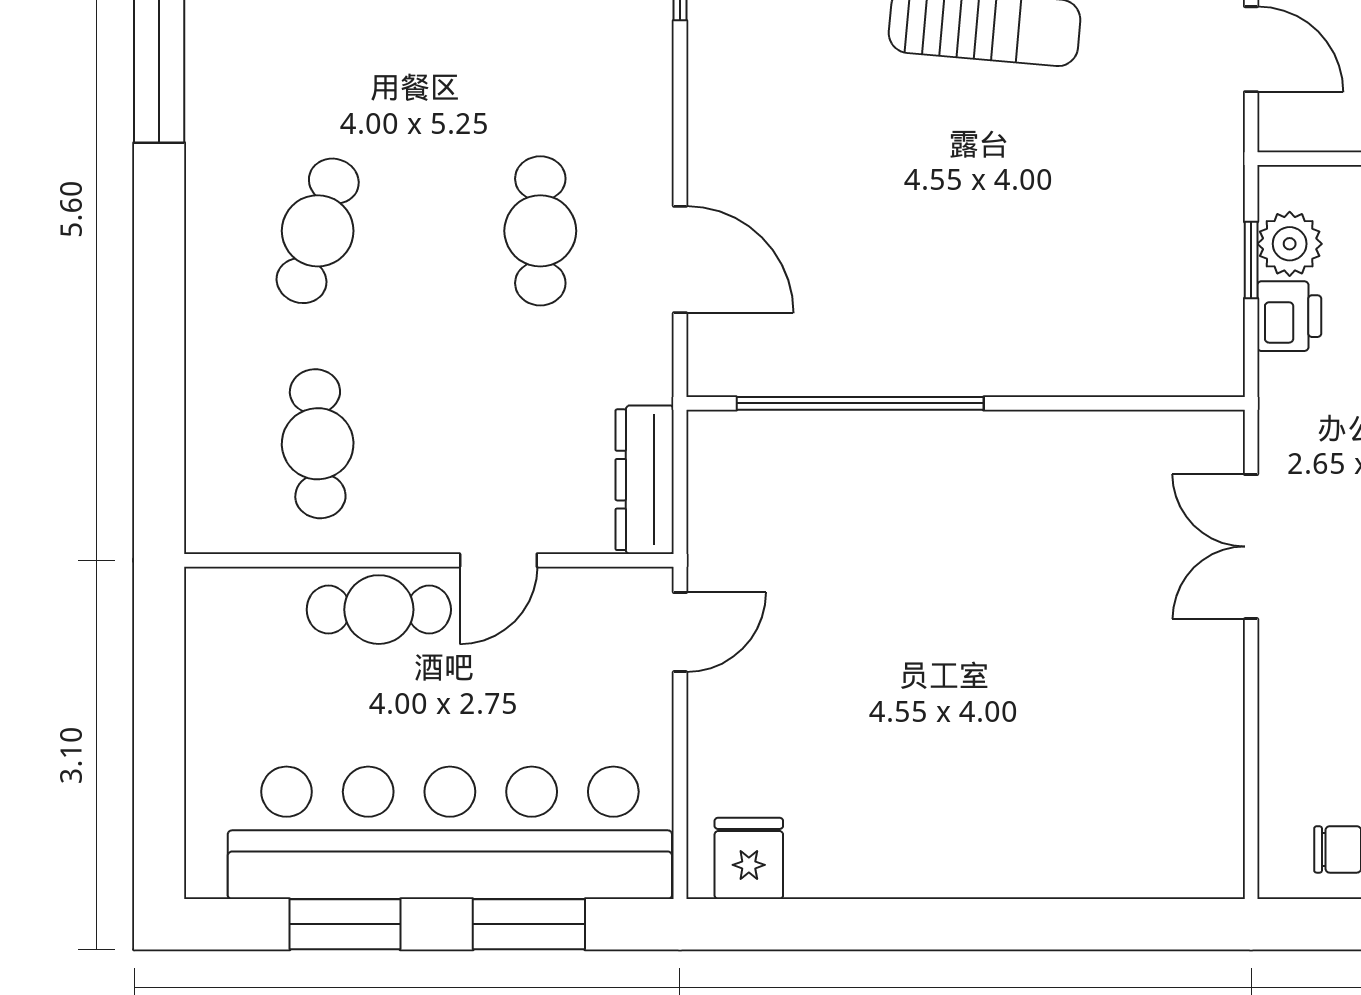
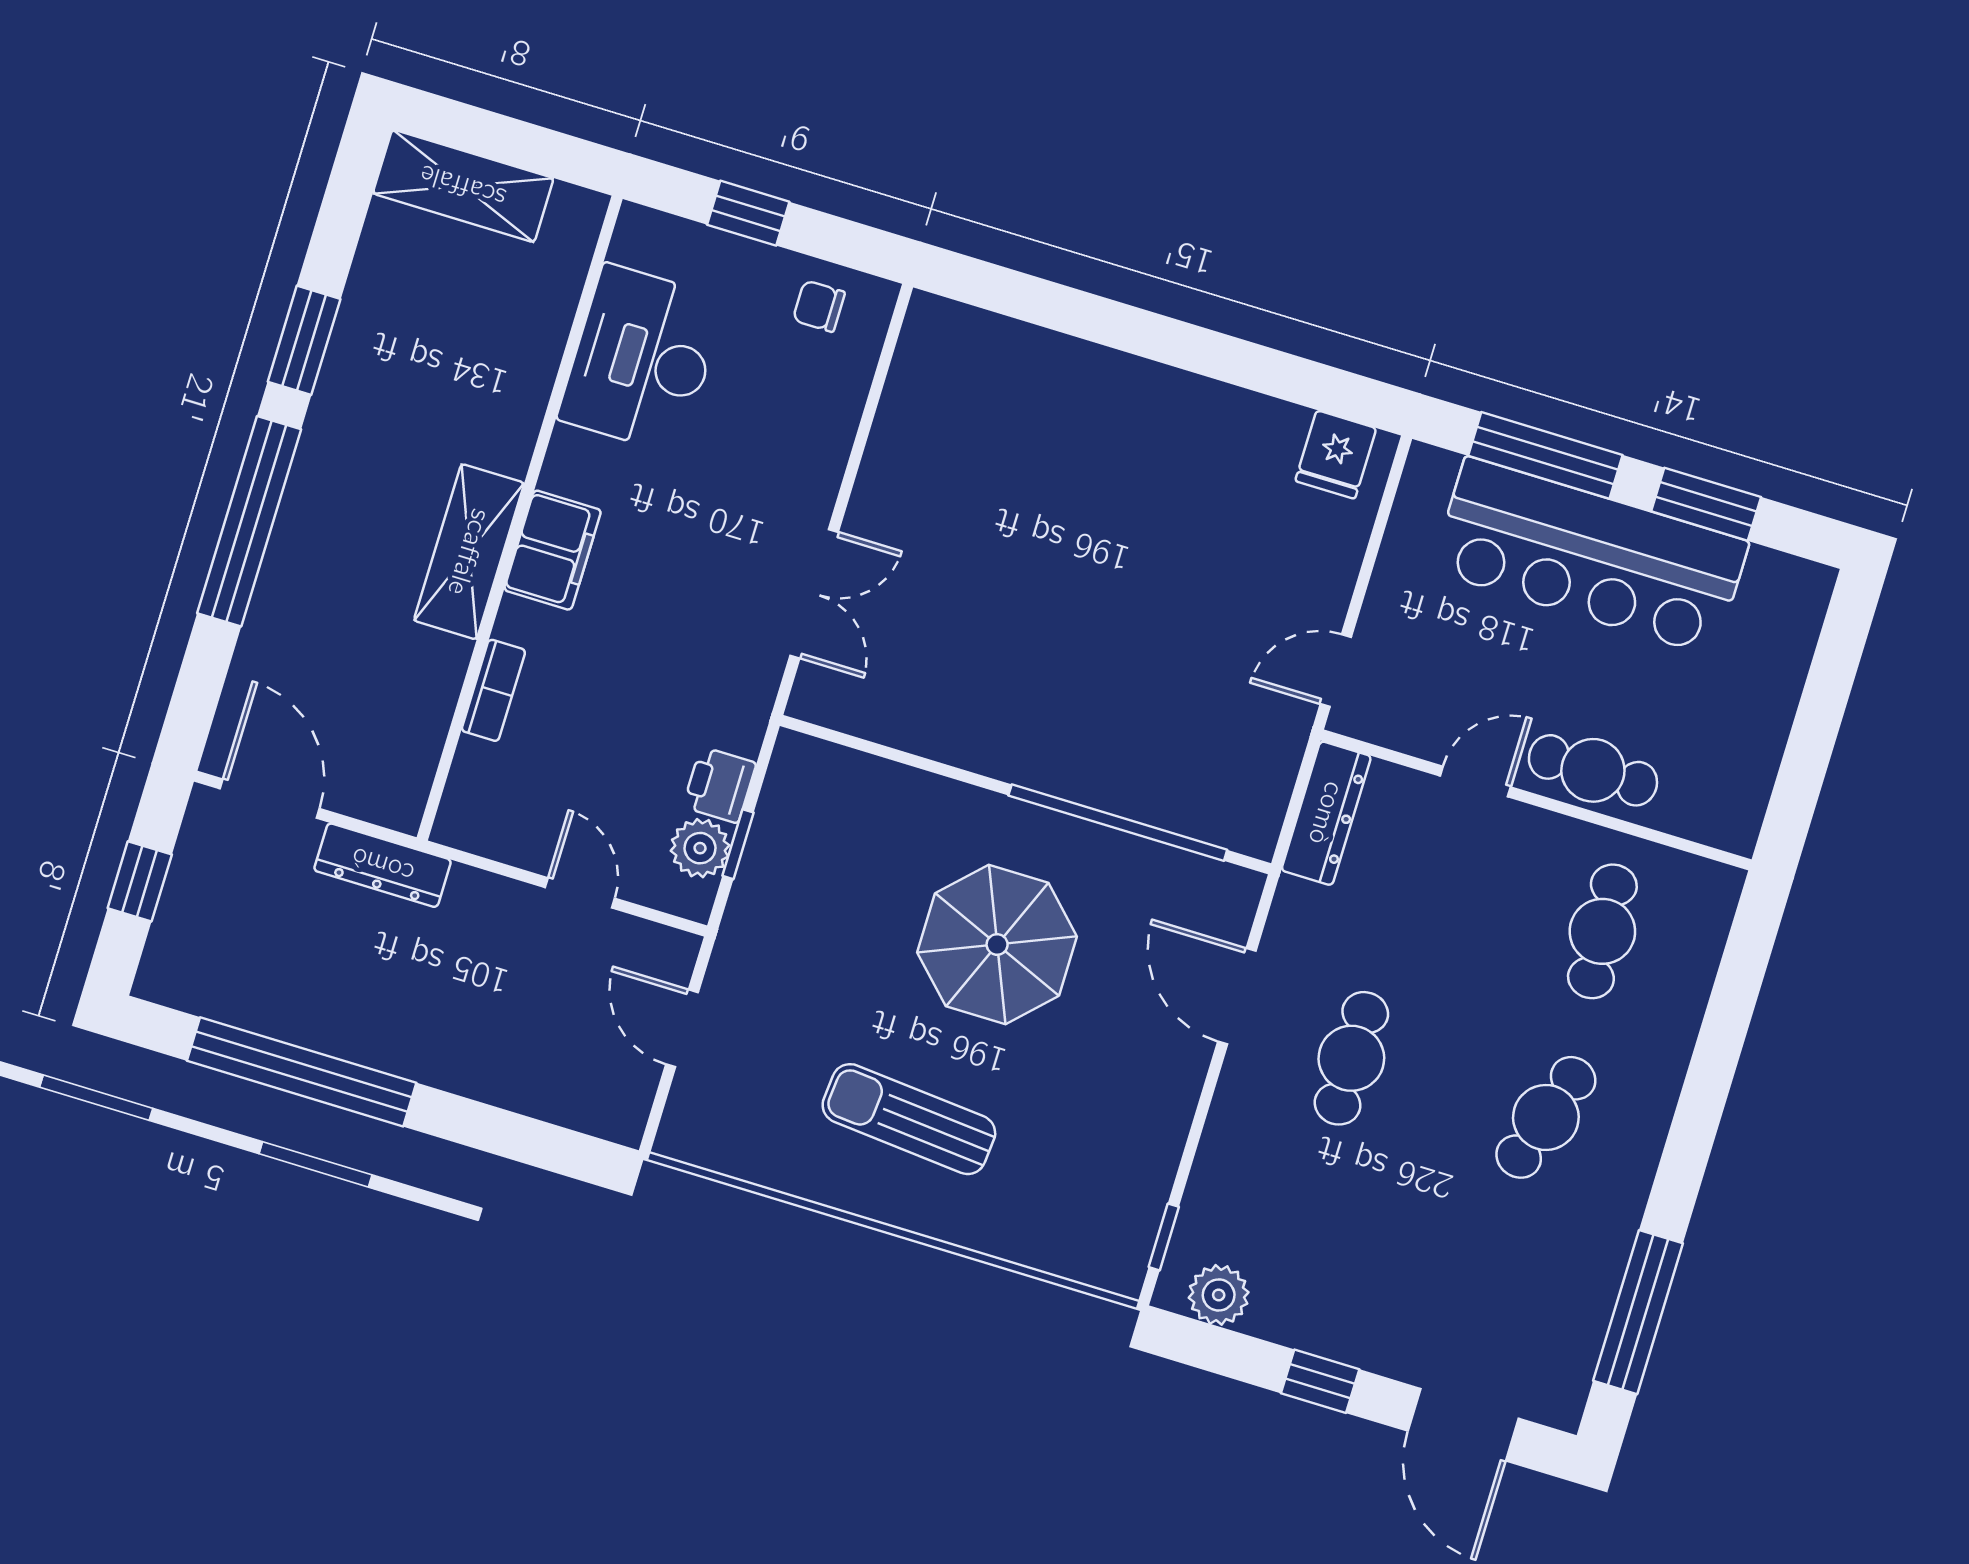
parasol: (948, 237) -> (997, 944), added
bar counter: (450, 833) -> (1590, 556), width x0.73
window: (529, 924) -> (1545, 455), width x1.44

